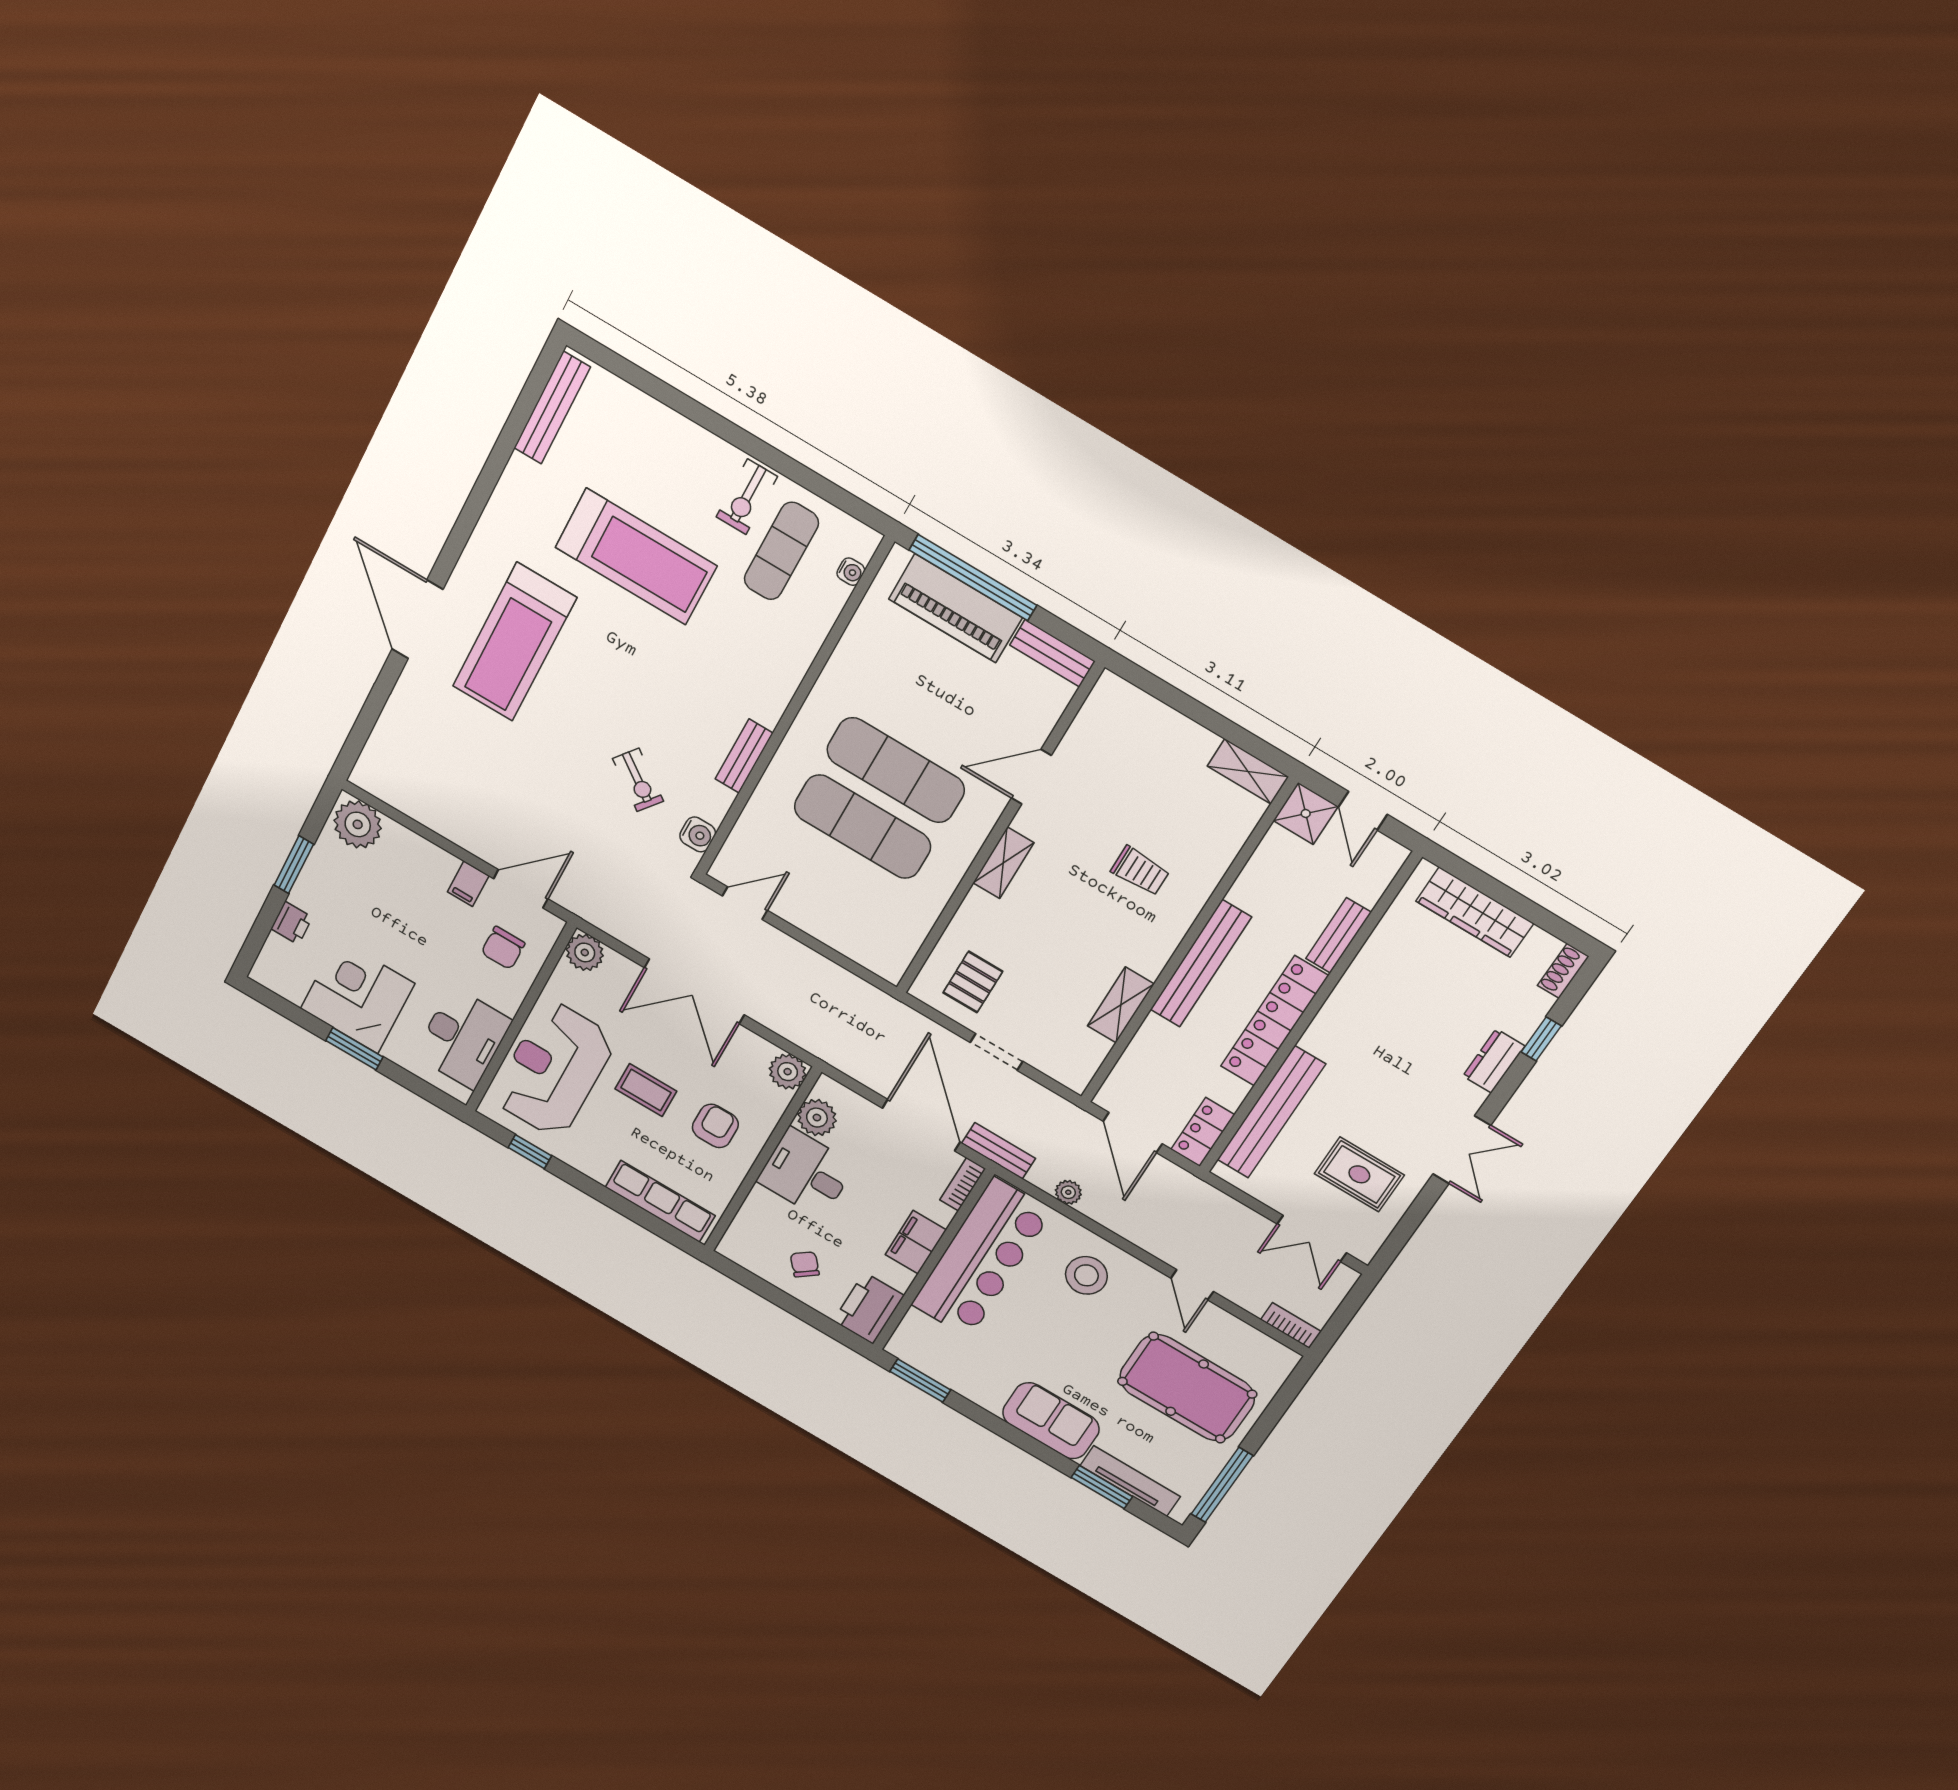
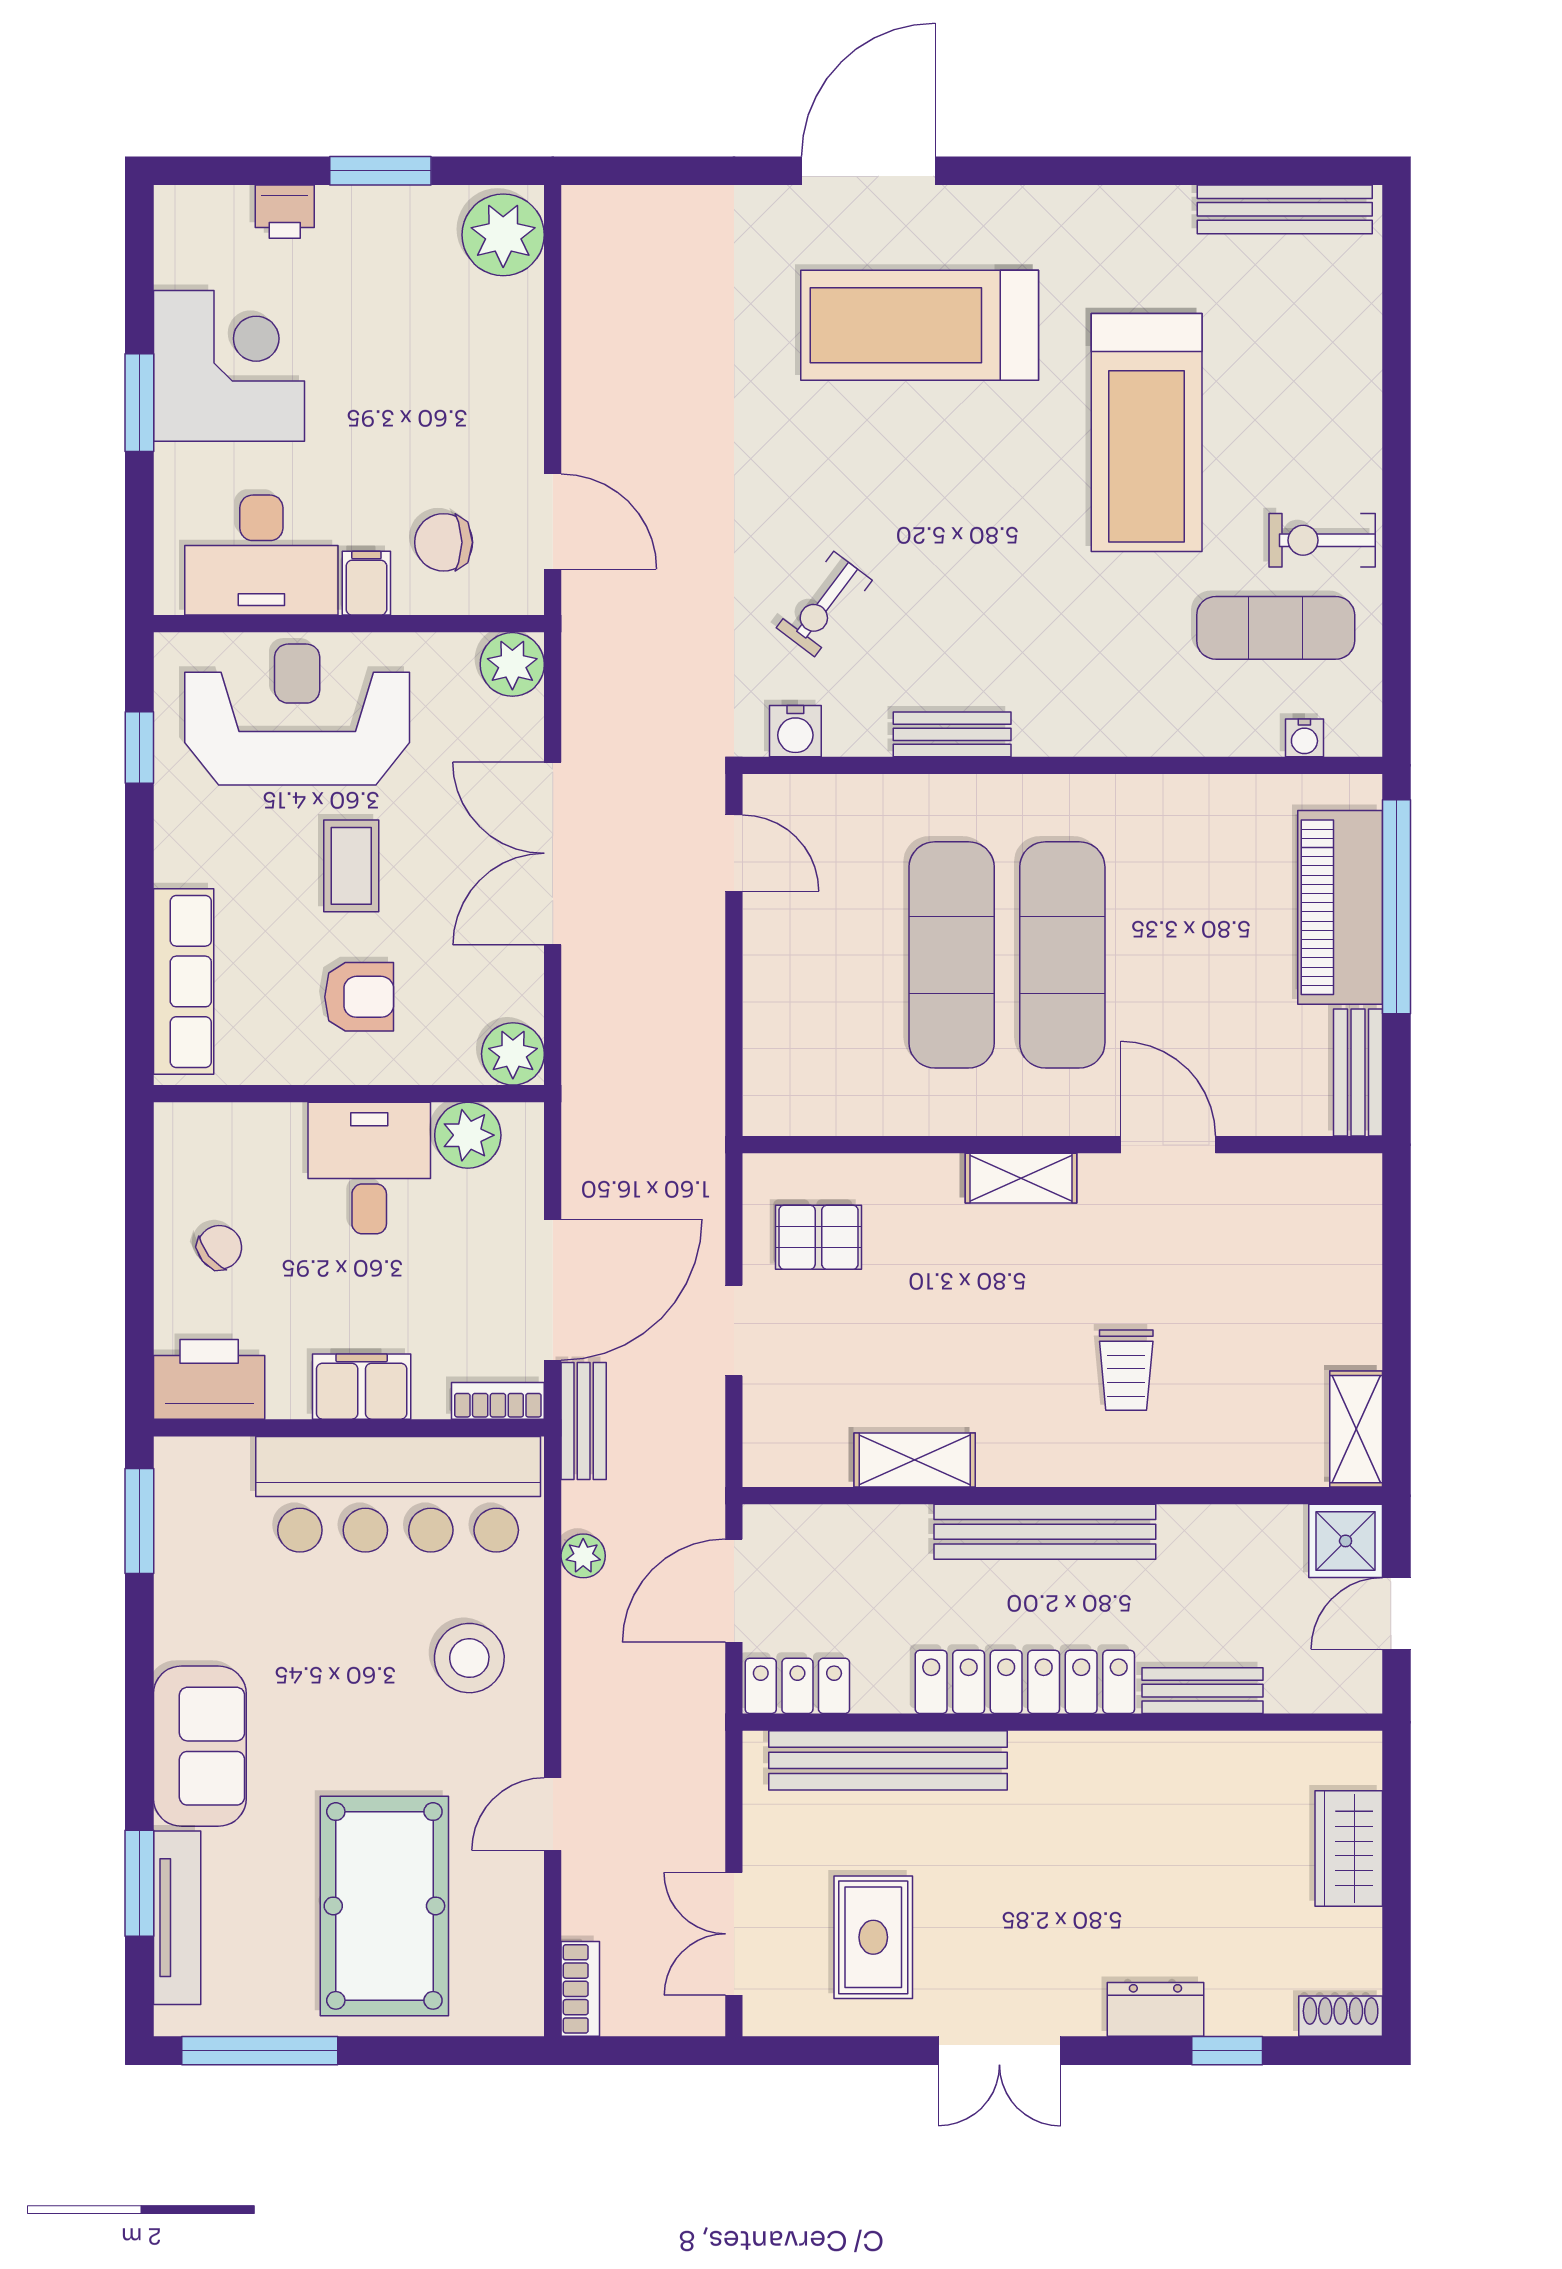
filing cabinet: (468, 884) -> (366, 583), moved, turned 90
wardrobe: (1475, 912) -> (1349, 1849), width x0.67

